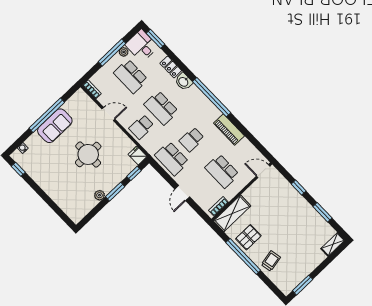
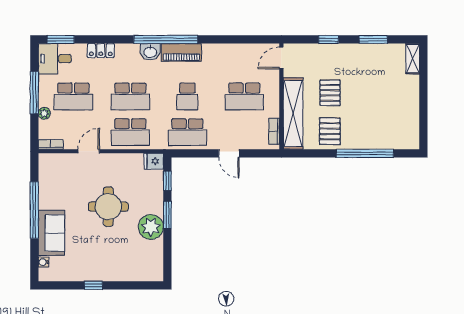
plant: (124, 52) -> (44, 113), moved
washbasin: (184, 82) -> (150, 52), moved
sofa: (55, 126) -> (51, 233), moved
school desk: (141, 127) -> (130, 132), width x1.85
piano: (229, 129) -> (181, 52), moved
window: (18, 169) -> (93, 285), moved
plant: (100, 195) -> (151, 227), width x1.87, depth x1.87
shelving: (232, 213) -> (293, 114), width x1.47
pallet: (270, 217) -> (330, 93), added
window: (243, 256) -> (365, 153), moved
trolley: (271, 261) -> (372, 132), removed
window: (303, 285) -> (423, 124), removed

